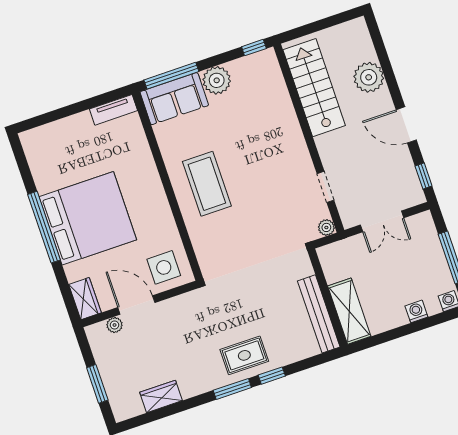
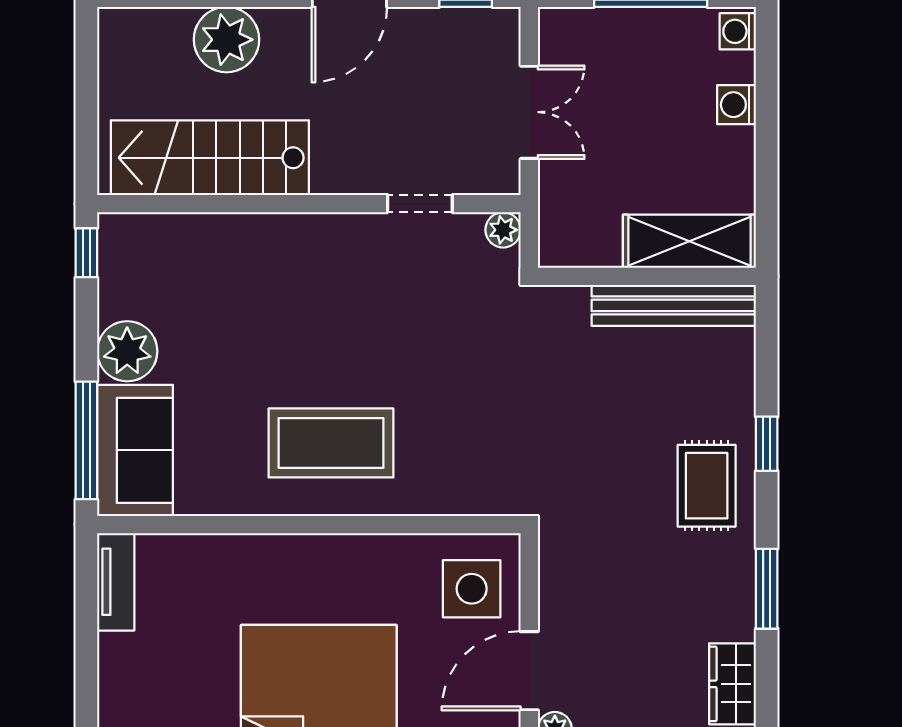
window: (232, 389) -> (767, 589), moved

